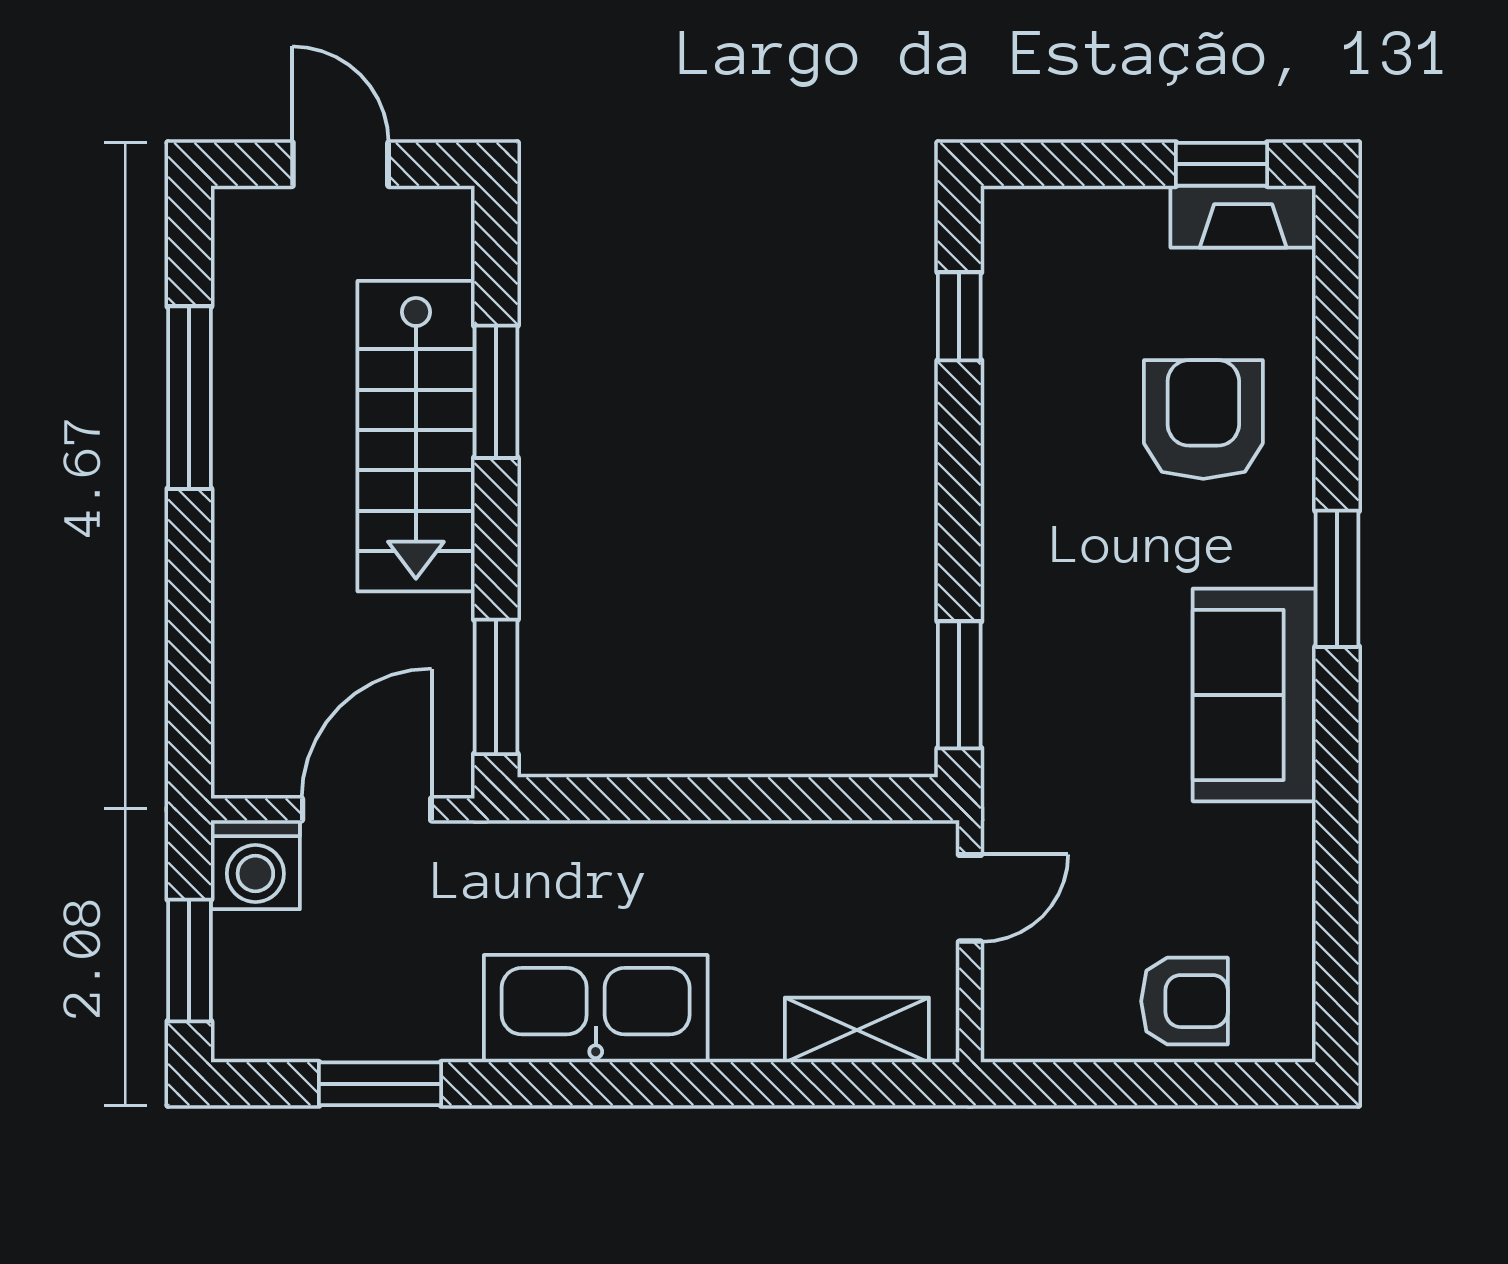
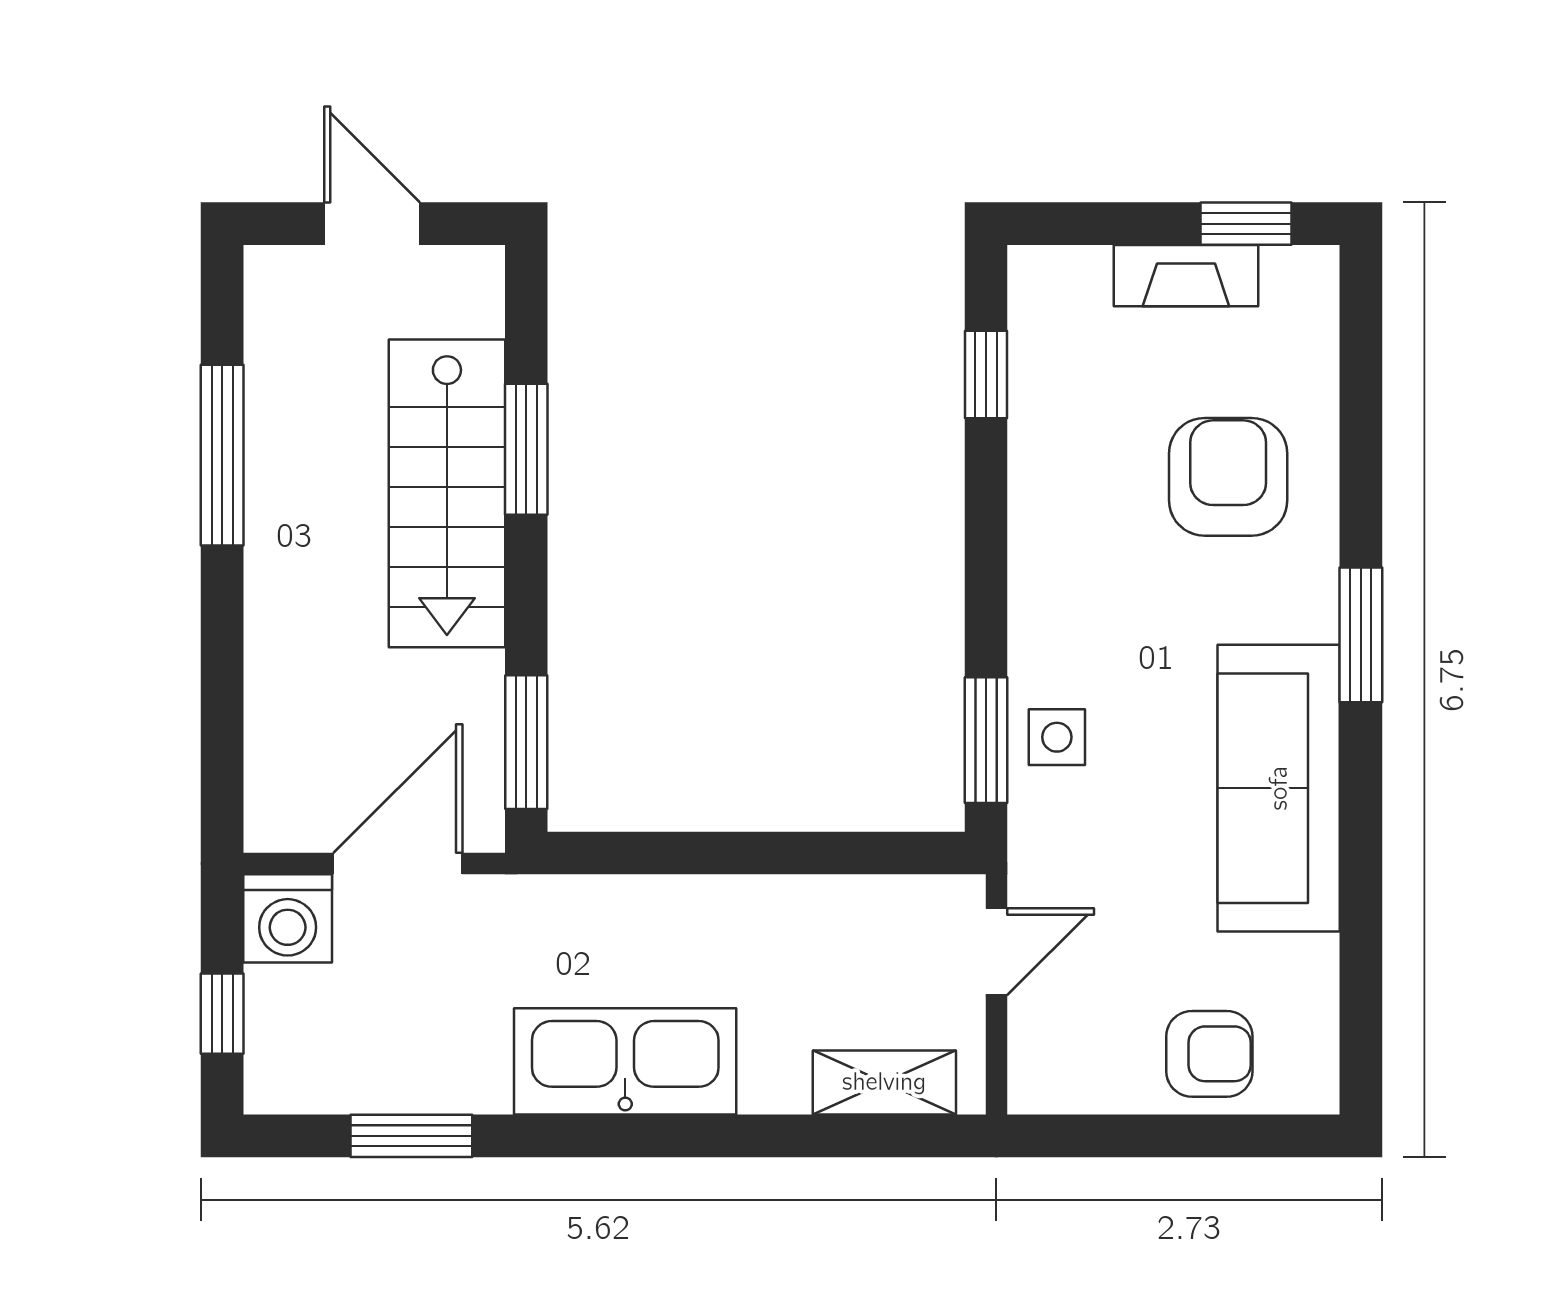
fireplace: (1243, 217) -> (1186, 276), moved
side table: (1031, 682) -> (1057, 737), added
sofa: (1254, 695) -> (1279, 788), width x1.36
window: (189, 960) -> (222, 1014), width x0.67

